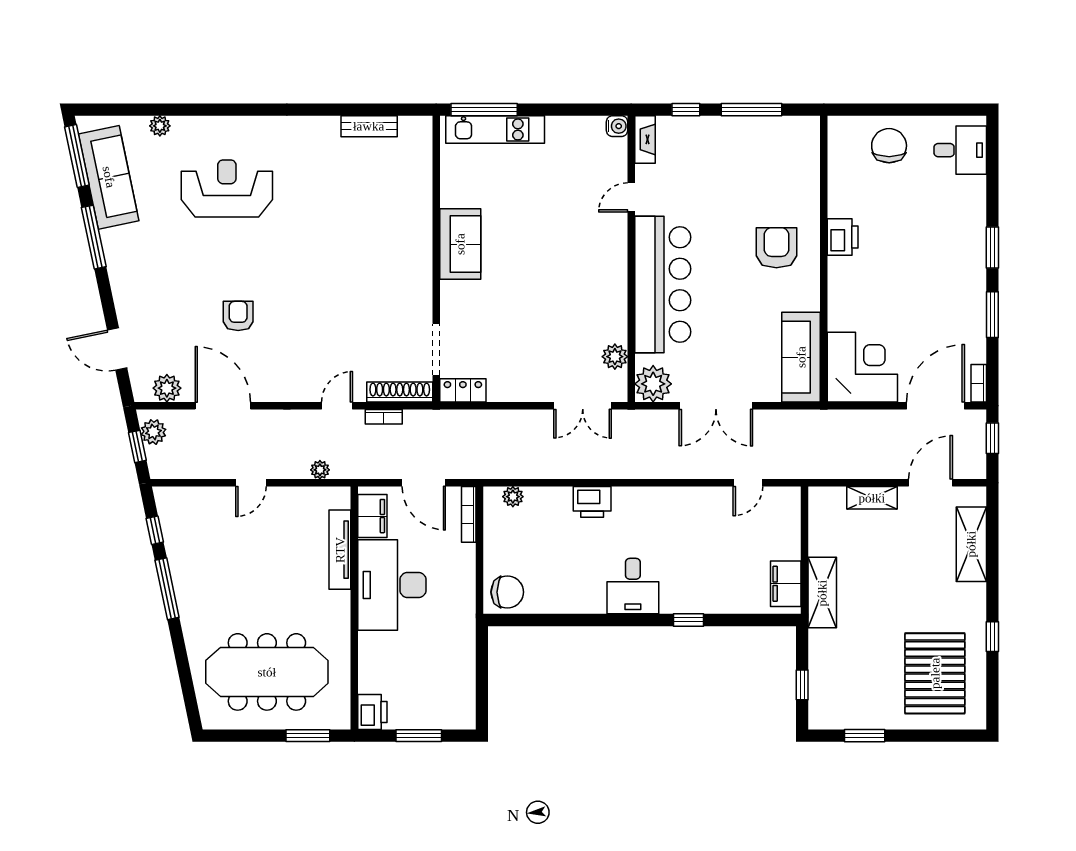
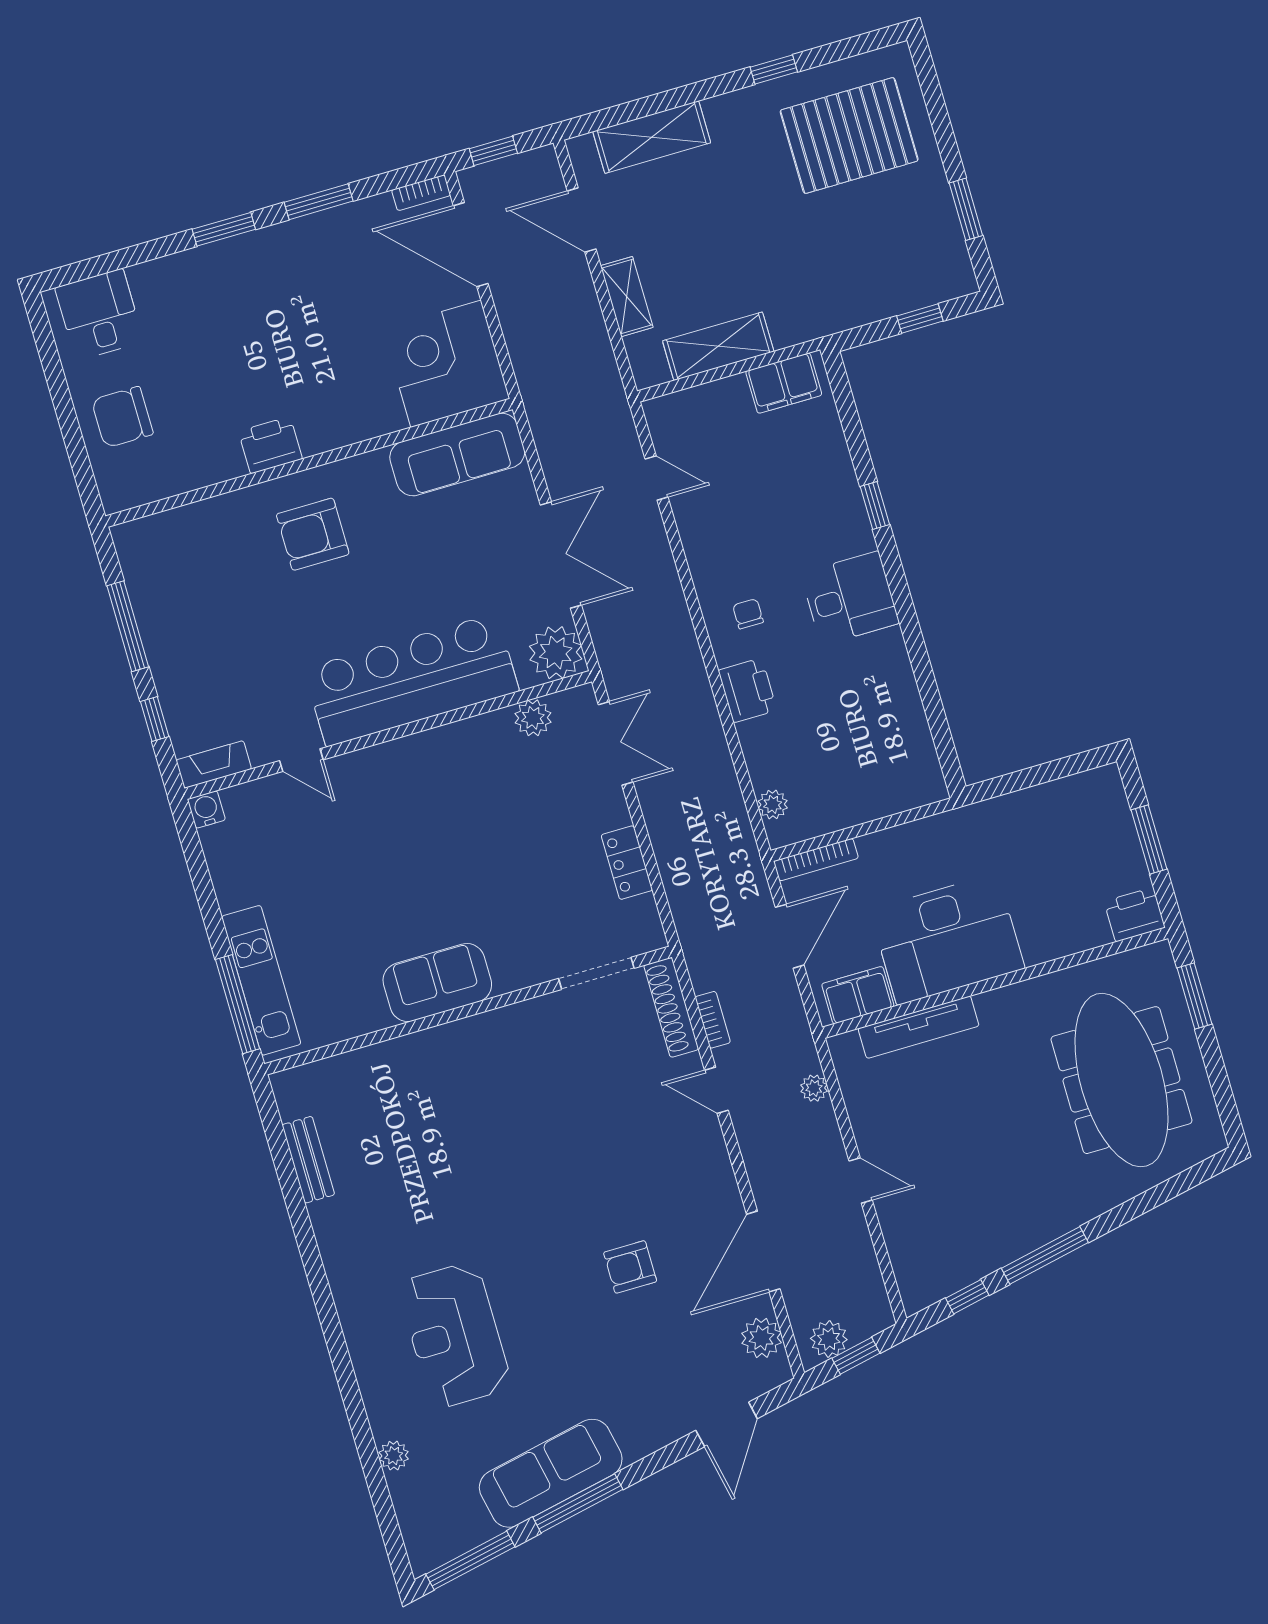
sofa: (109, 177) -> (551, 1473), moved
locker: (463, 390) -> (627, 863), moved
chair: (507, 592) -> (748, 614), moved, width x0.54, depth x0.54
shelving: (822, 593) -> (718, 346), moved

